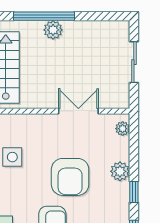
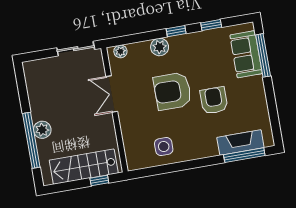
sliding door: (134, 62) -> (76, 49), moved
armchair: (70, 177) -> (172, 91), turned 180

